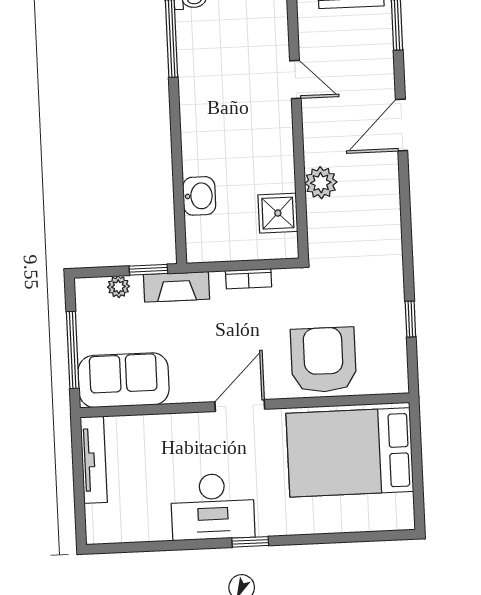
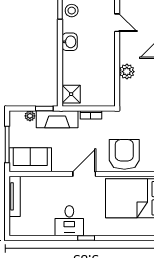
stool: (197, 58) -> (72, 11), added
washbasin: (199, 196) -> (70, 42), moved
shower: (278, 213) -> (71, 94), moved
fireplace: (176, 287) -> (57, 119), width x1.37, depth x1.32
desk: (213, 507) -> (69, 221), width x0.73

